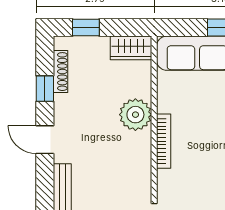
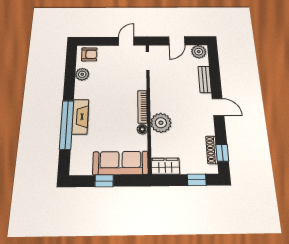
window: (45, 89) -> (222, 153), moved
floor lamp: (164, 104) -> (142, 129), added

